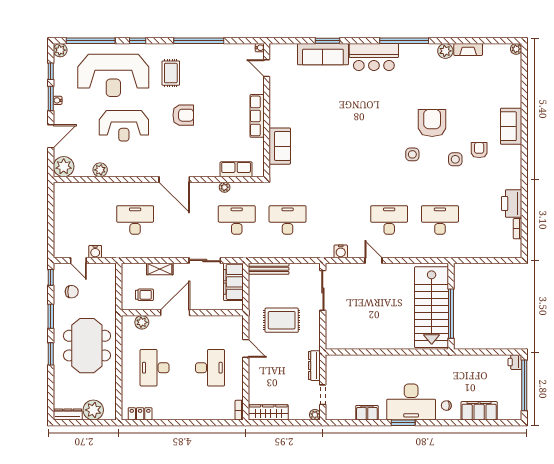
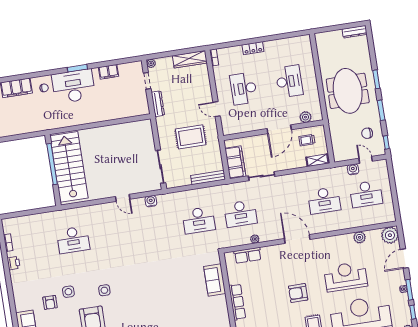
printer: (512, 203) -> (14, 263), width x0.53, depth x0.68
desk: (389, 220) -> (366, 194), moved
shelving: (160, 269) -> (317, 160), moved
plant: (93, 410) -> (334, 39), removed
locker: (140, 414) -> (253, 48), moved

